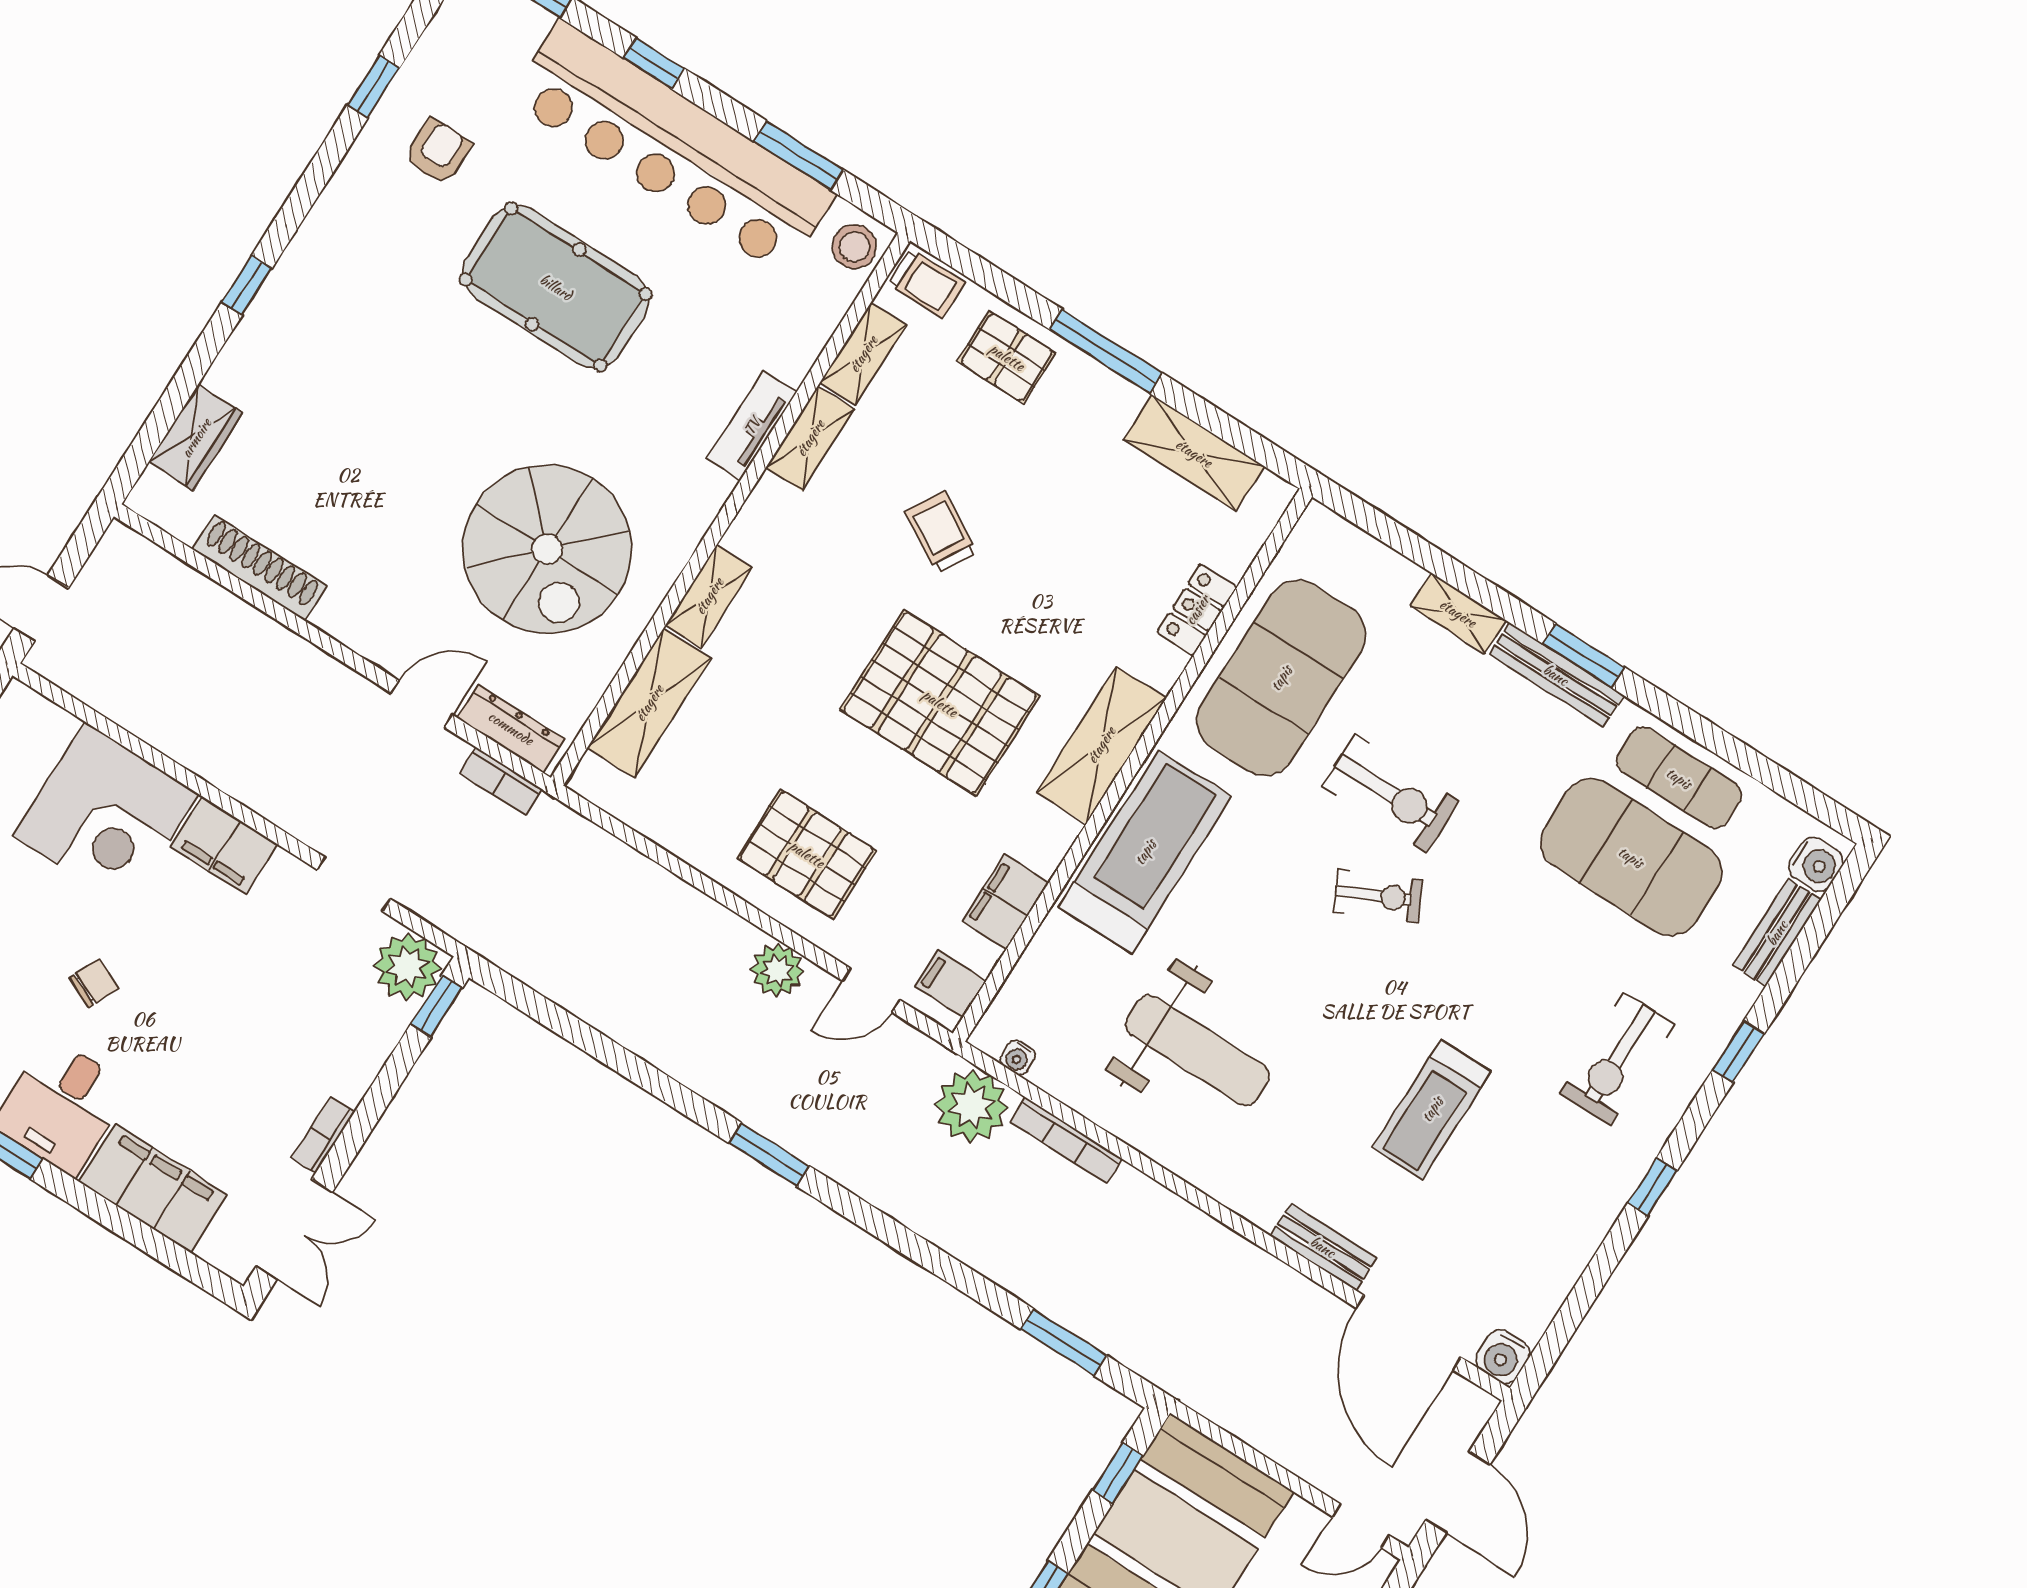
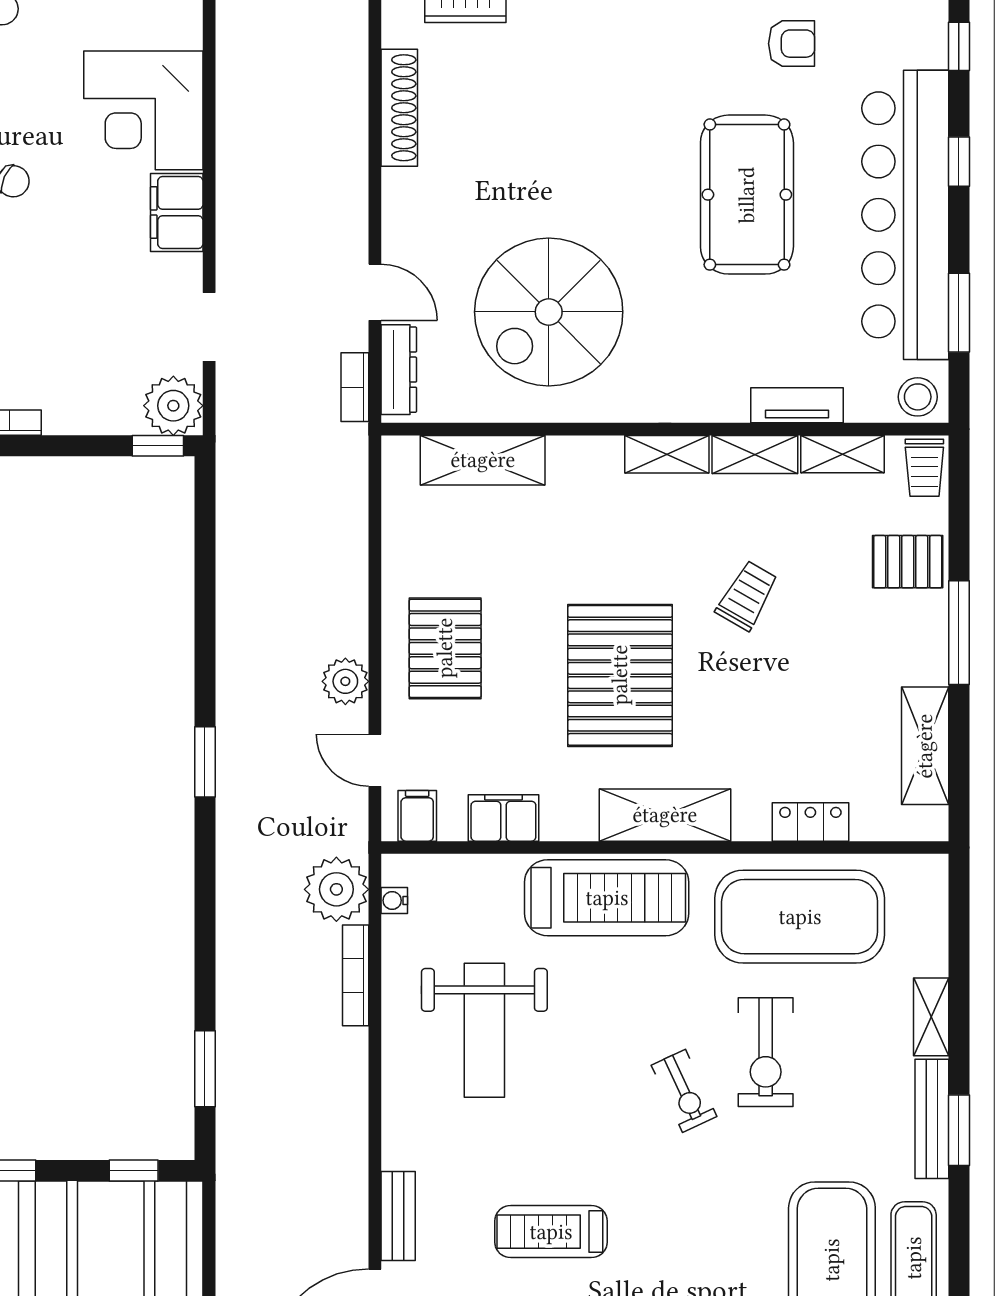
pallet: (1007, 357) -> (908, 562), turned 90
tv unit: (752, 426) -> (797, 405), moved
shelving: (709, 596) -> (667, 454), moved

